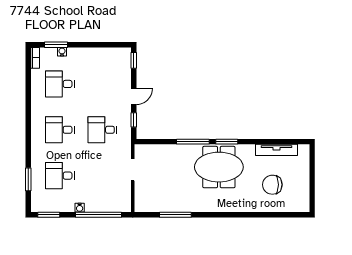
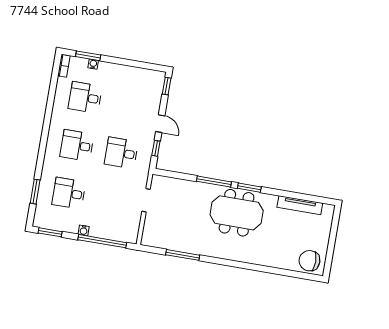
door: (134, 96) -> (160, 124), hinge flipped
chair: (272, 185) -> (309, 261), moved

